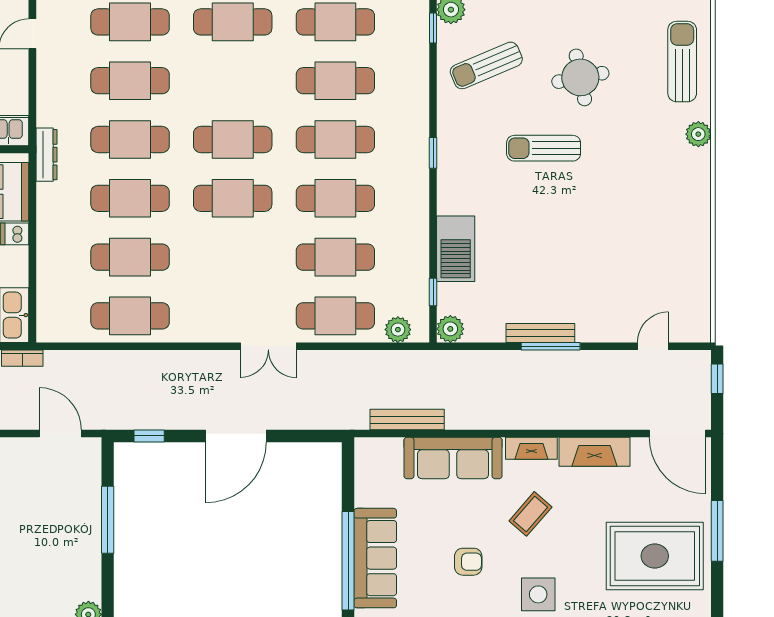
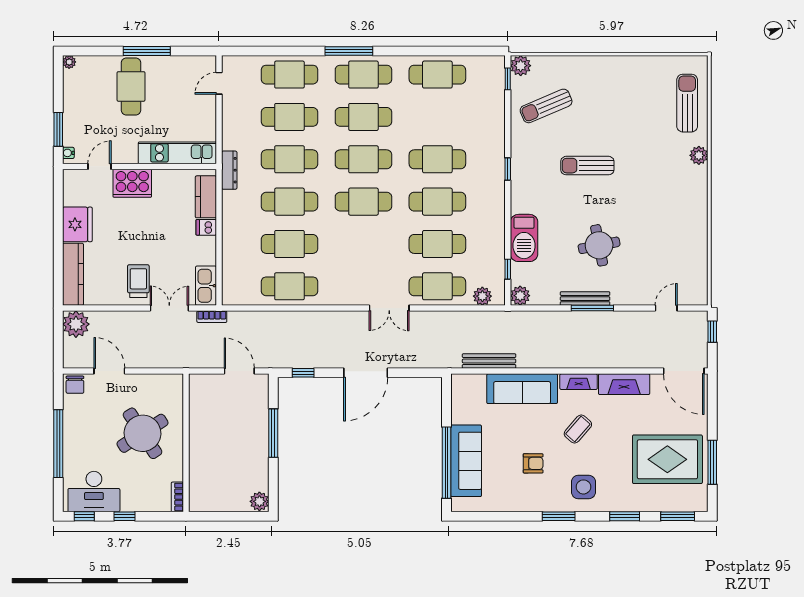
round table: (580, 77) -> (599, 245), moved
cafe table: (335, 81) -> (363, 117), moved
window: (717, 531) -> (712, 462), moved

